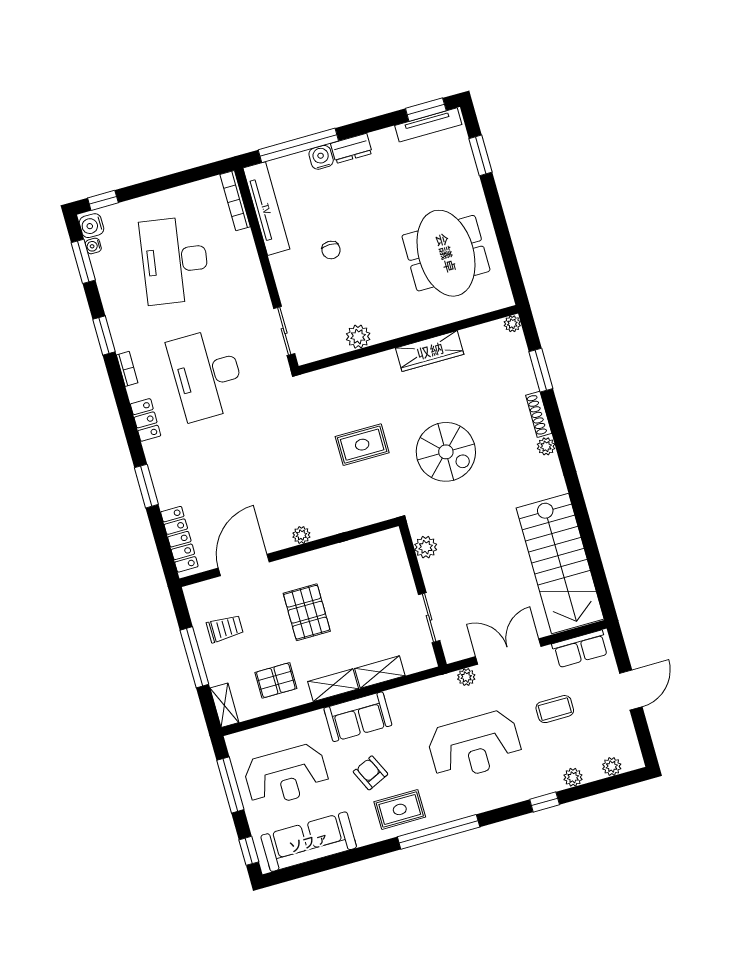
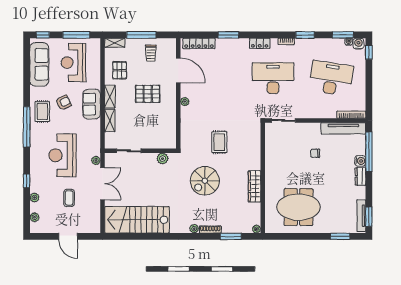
plant: (358, 337) -> (271, 155), removed
row of seats: (580, 649) -> (94, 218), removed

